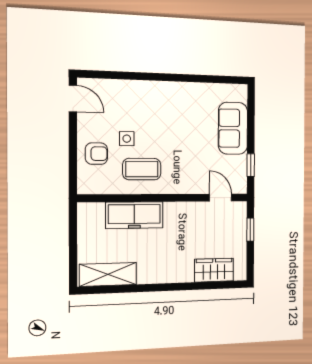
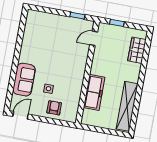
sofa: (233, 128) -> (24, 80), moved, turned -90
coffee table: (142, 169) -> (68, 83), removed
shelving: (108, 274) -> (127, 106), width x1.47

